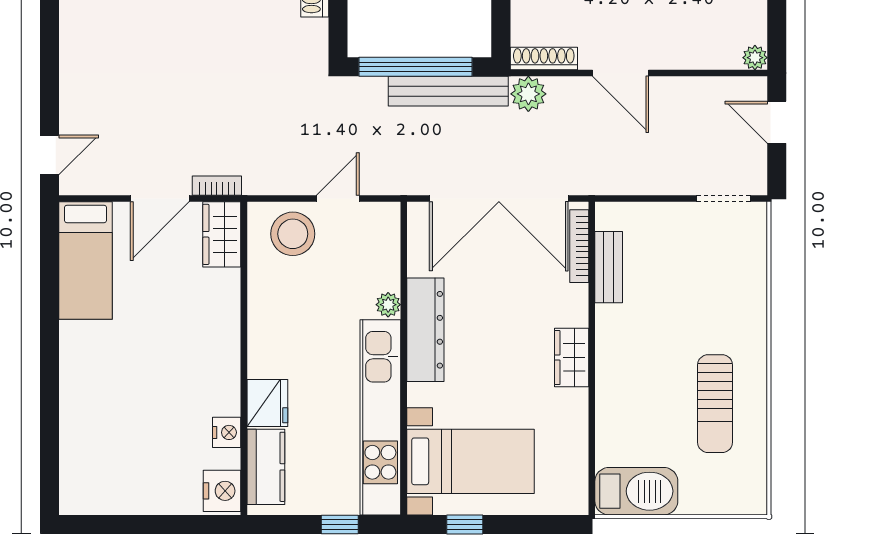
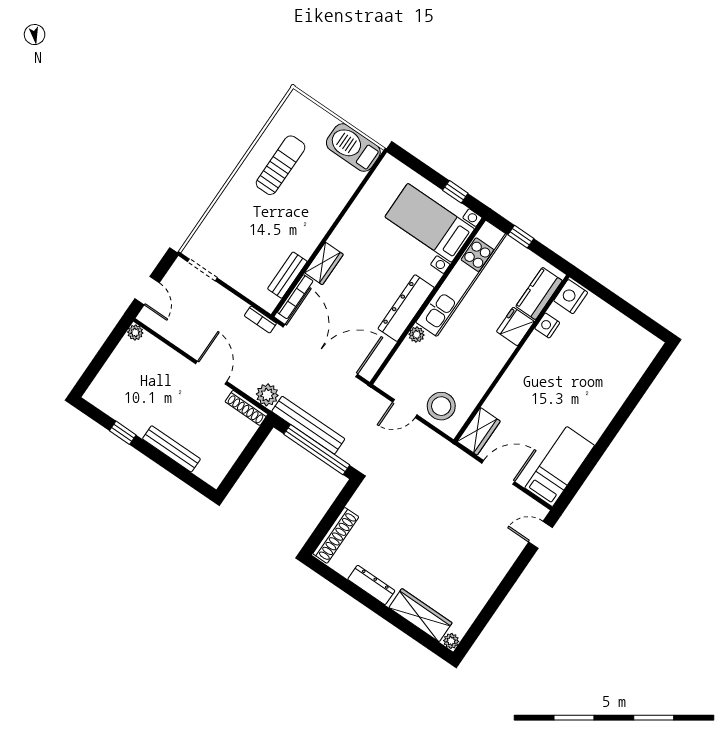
bookcase: (217, 186) -> (260, 320), moved
wardrobe: (572, 358) -> (324, 263), moved

